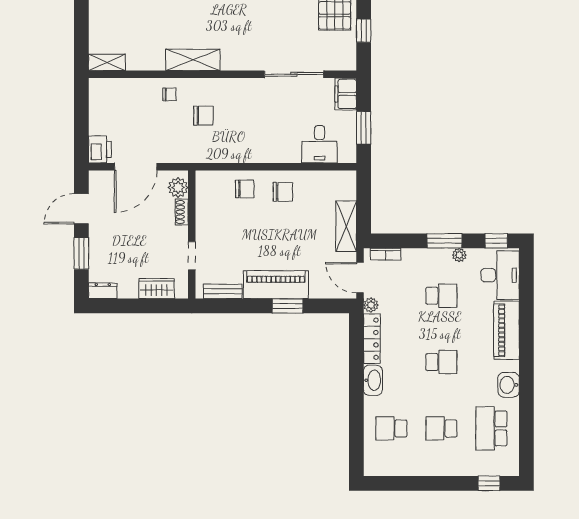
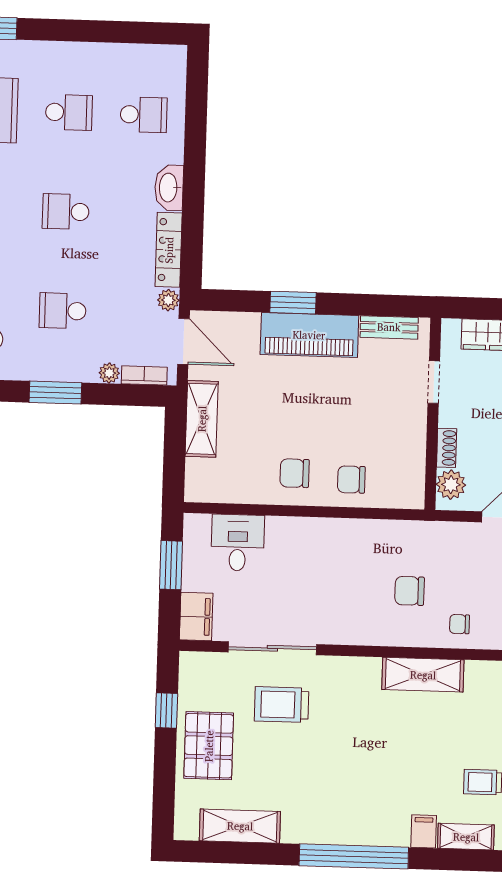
trolley: (287, 37) -> (282, 705), added
plant: (459, 255) -> (109, 373), moved

